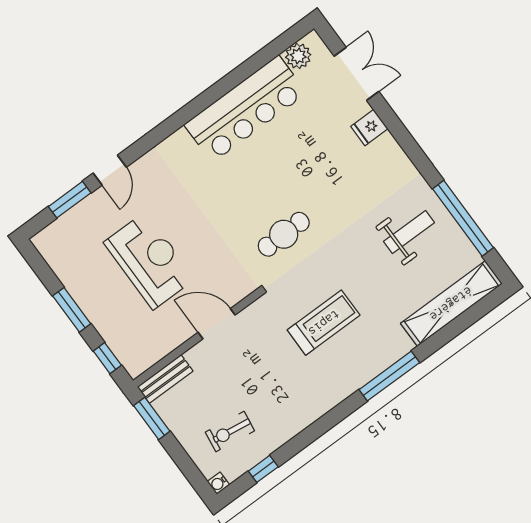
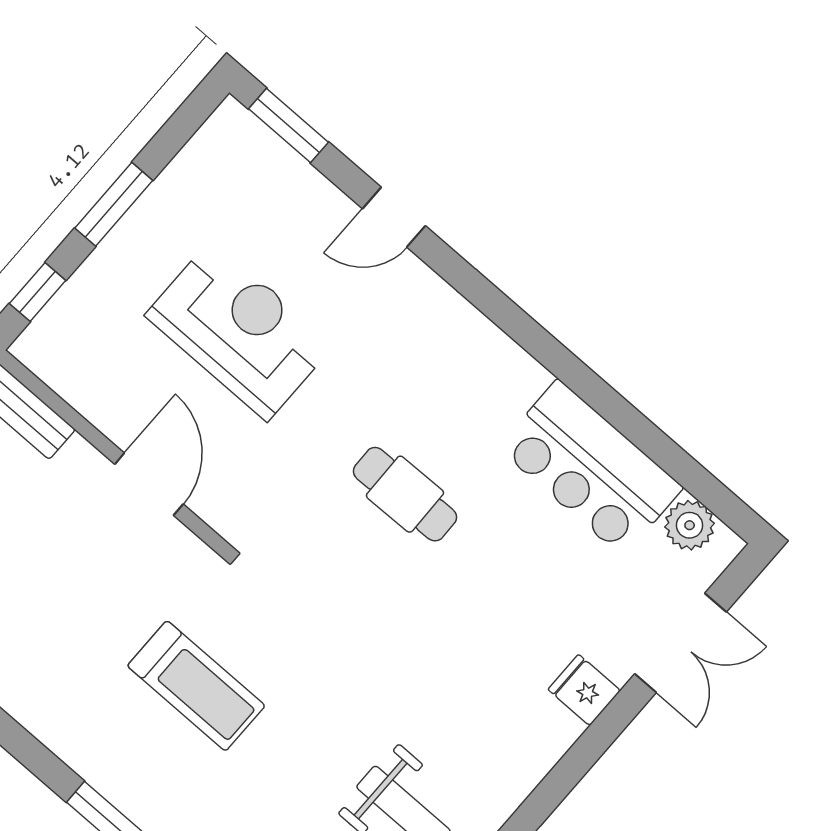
bar counter: (245, 109) -> (590, 468), width x0.73
window: (70, 200) -> (289, 125), moved
cafe table: (284, 234) -> (405, 494), moved
reception desk: (149, 261) -> (239, 330), turned -90

